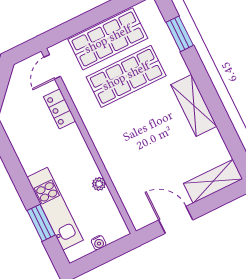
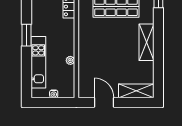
window: (41, 223) -> (26, 35), moved

